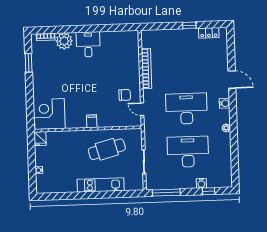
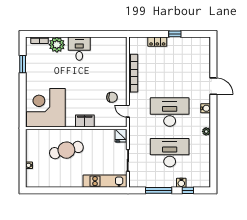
locker: (209, 33) -> (157, 42), moved
corner desk: (50, 114) -> (46, 108), width x1.36, depth x1.36
filing cabinet: (92, 121) -> (85, 121), width x2.00
fridge: (40, 139) -> (121, 136), moved
cafe table: (107, 149) -> (66, 150), moved
kitchen unit: (101, 185) -> (105, 181), moved
window: (166, 193) -> (159, 190), moved

